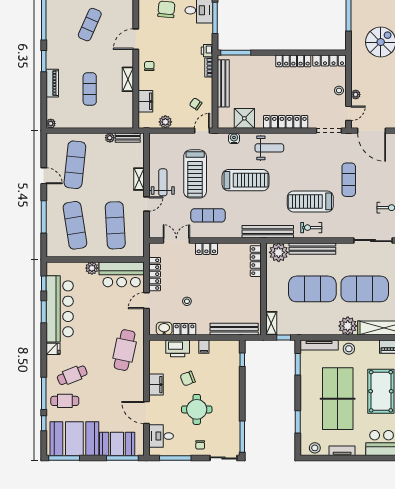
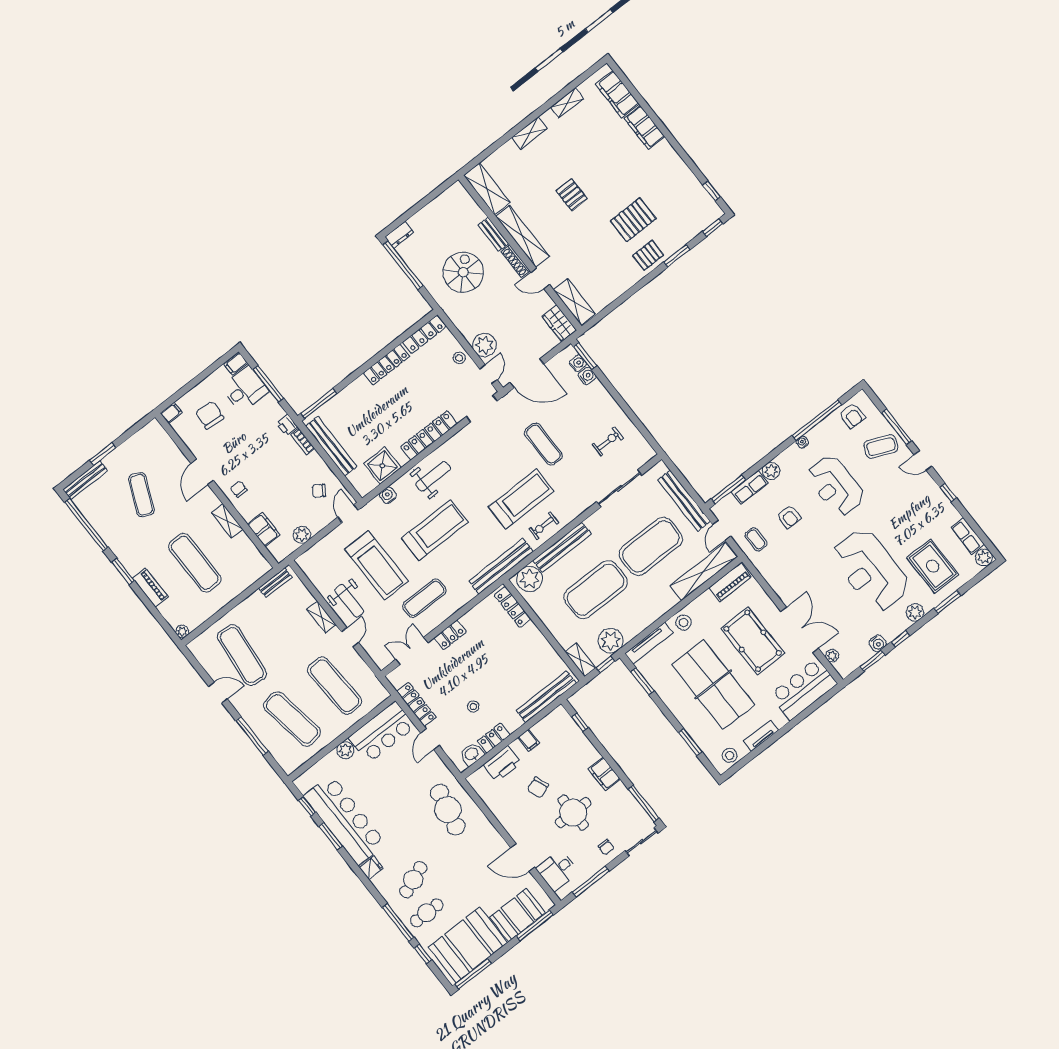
exercise mat: (90, 89) -> (195, 563), width x1.36, depth x1.45
plant: (356, 95) -> (484, 345), width x1.87, depth x1.87
plant: (110, 138) -> (256, 598), removed
weight bench: (163, 182) -> (349, 601), turned 180
treadmill: (310, 201) -> (521, 499), turned 180
plant: (348, 326) -> (611, 641), moved
filing cabinet: (156, 385) -> (604, 774), moved, turned 180

